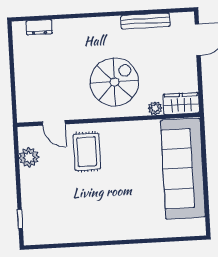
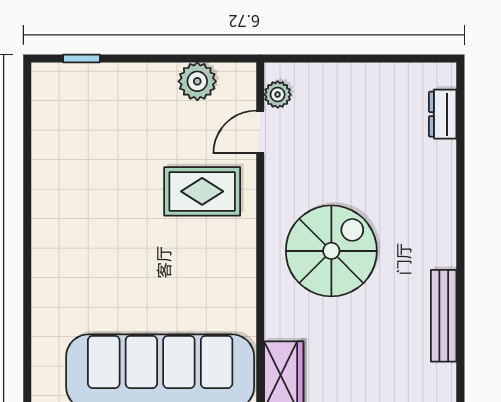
spiral stairs: (114, 82) -> (331, 251), turned -90
plant: (155, 108) -> (278, 95), moved

